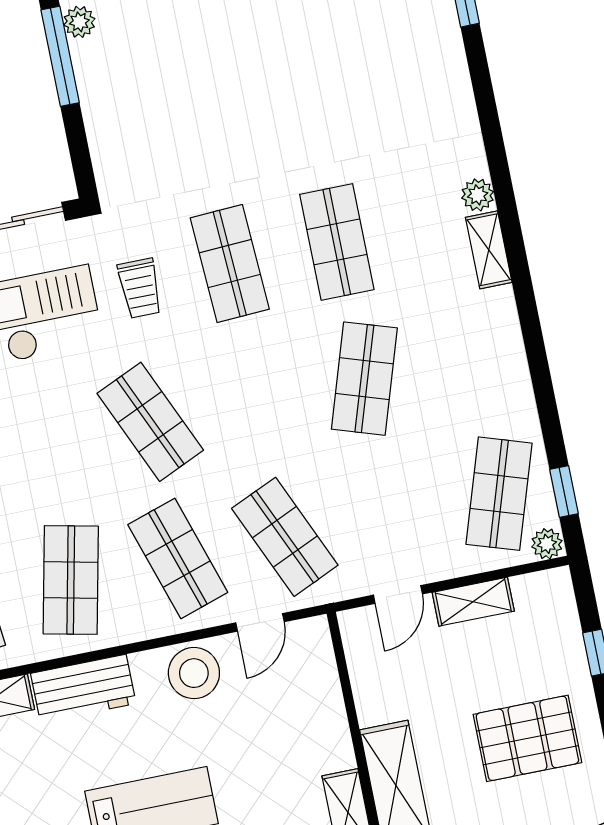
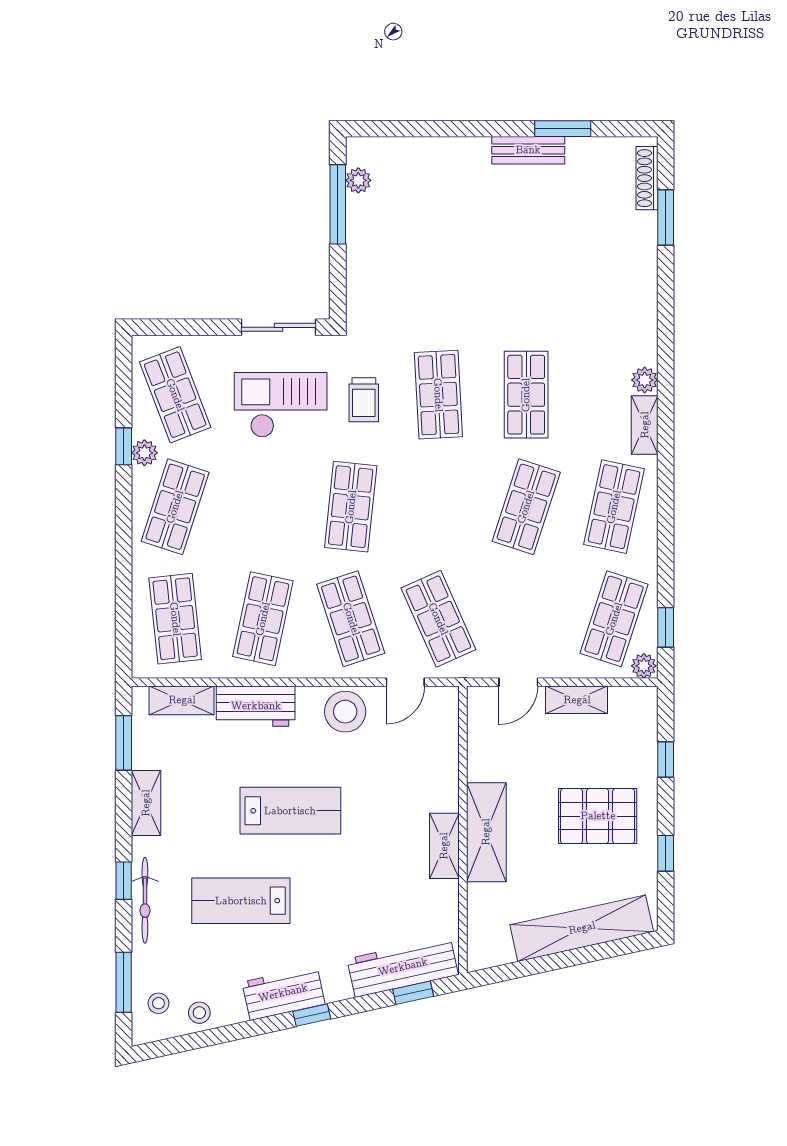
shop shelf: (471, 357) -> (614, 507), added
shop shelf: (150, 422) -> (351, 507), turned 30

